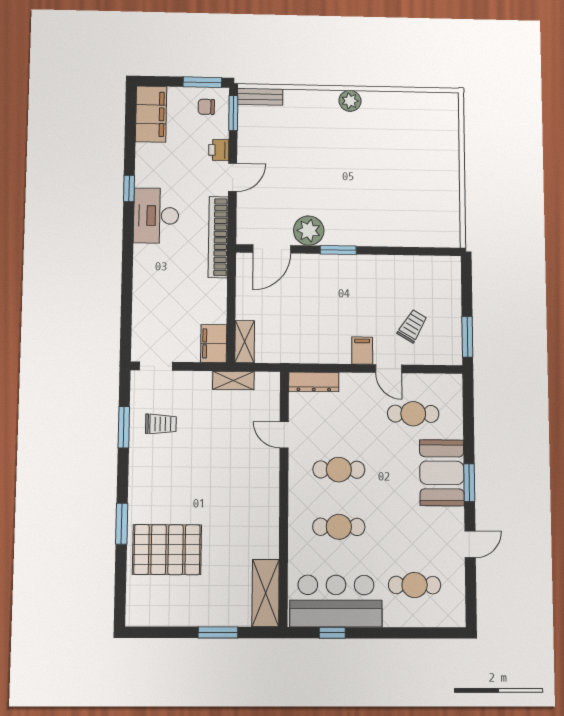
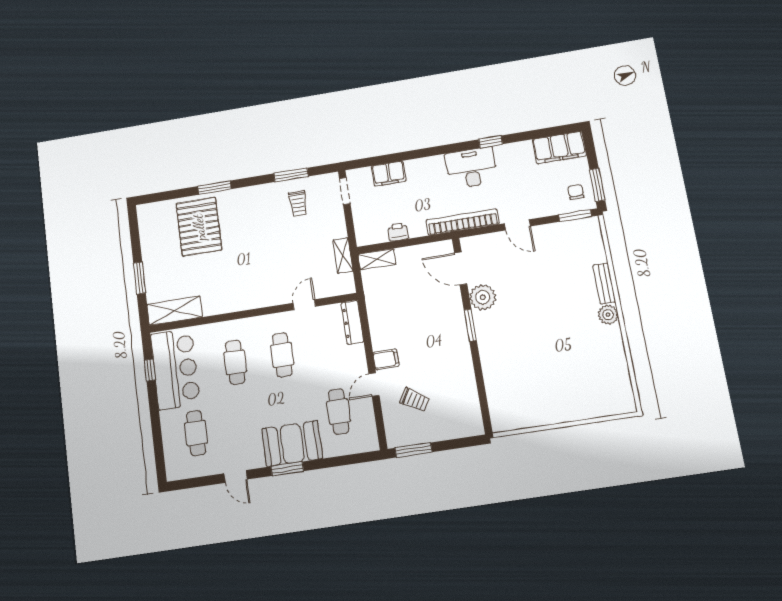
bench: (260, 97) -> (604, 283), moved
printer: (219, 150) -> (398, 232), moved
filing cabinet: (214, 343) -> (389, 174), moved, turned 180

